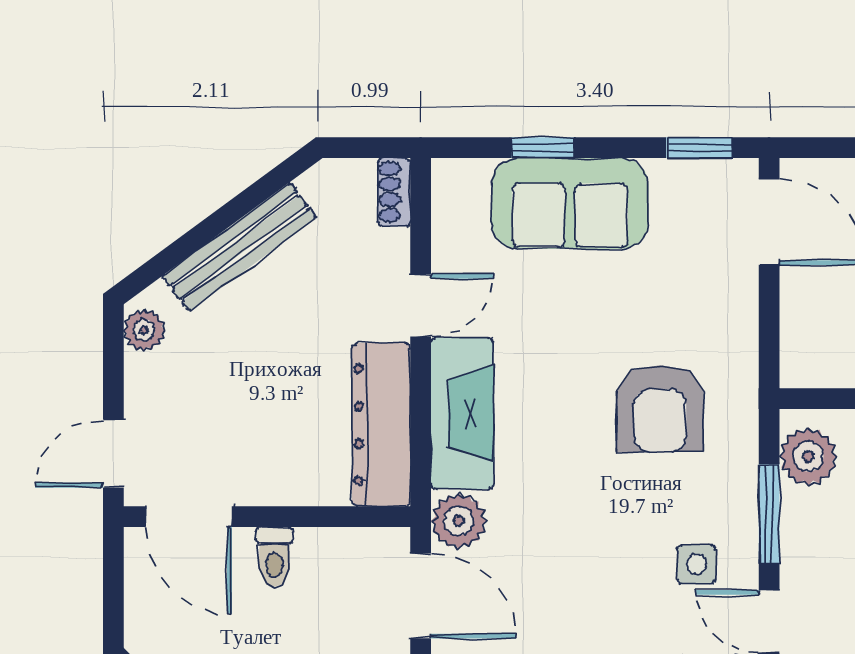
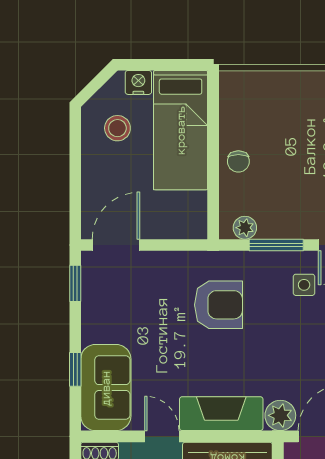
sofa: (570, 203) -> (106, 388), moved
plant: (808, 456) -> (245, 228), width x0.73, depth x0.73

